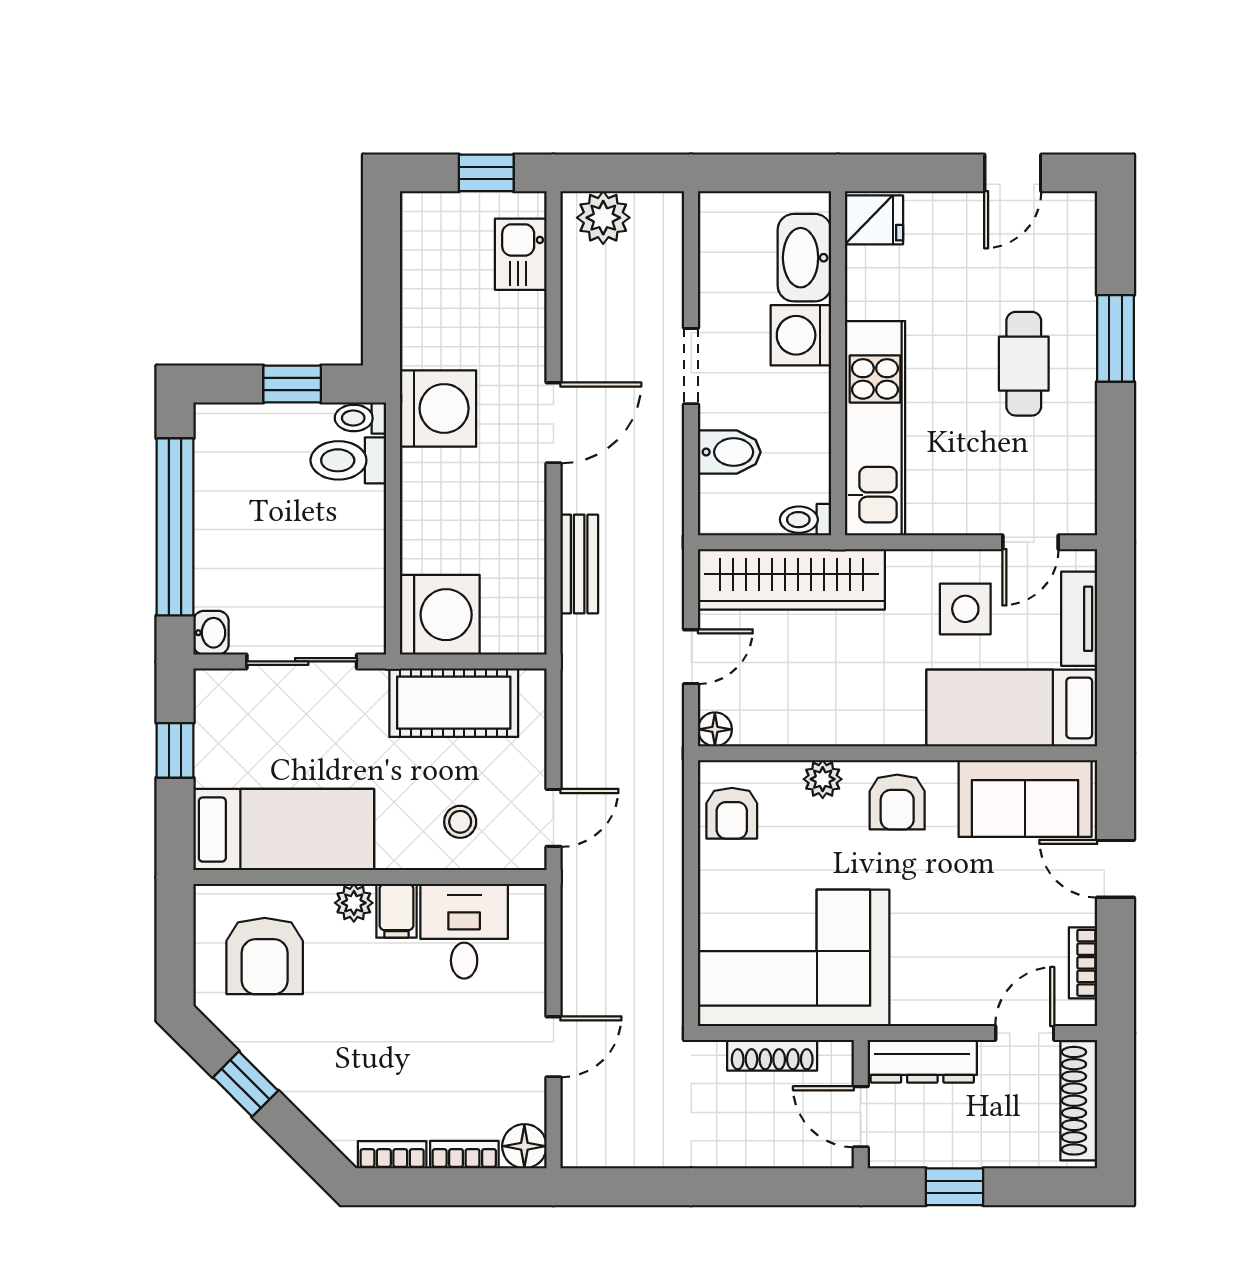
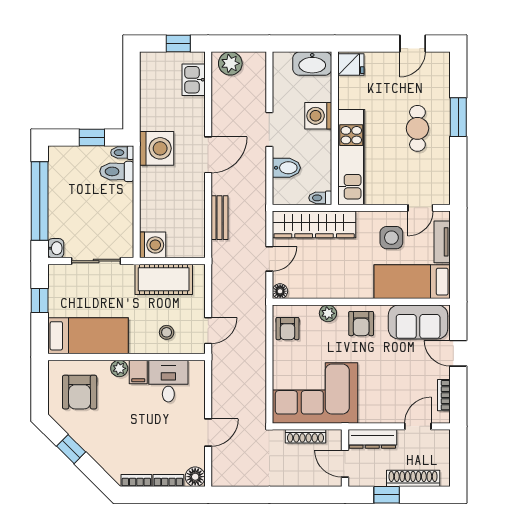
washbasin: (804, 258) -> (312, 64), moved, turned -90
washing machine: (440, 615) -> (153, 245), width x0.73, depth x0.73
shoe rack: (1079, 1101) -> (413, 478), moved, turned 90

